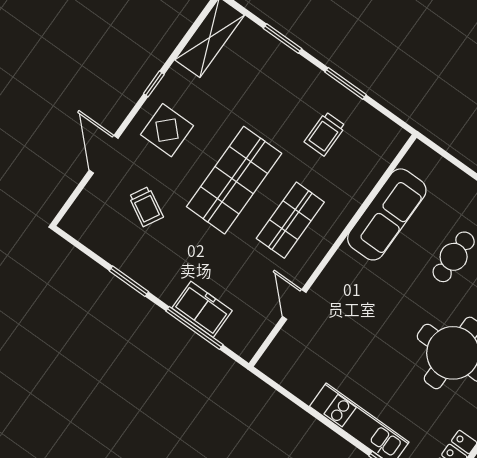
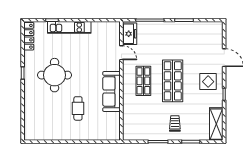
trolley: (325, 134) -> (175, 123), moved
trolley: (146, 207) -> (197, 50), removed
sofa: (387, 214) -> (111, 92), moved
freezer: (202, 309) -> (130, 34), moved, turned -90

